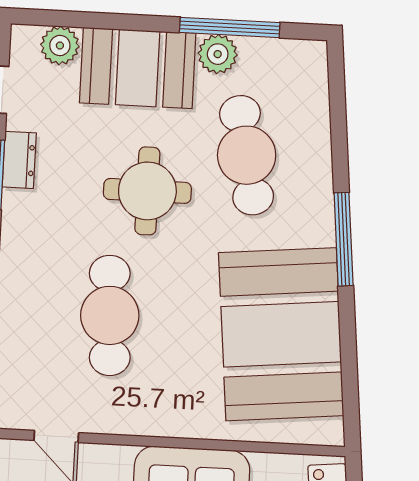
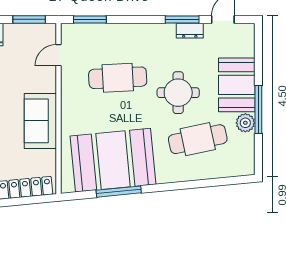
window: (230, 27) -> (258, 109), moved
plant: (60, 46) -> (245, 47), removed
window: (344, 239) -> (119, 192), moved

